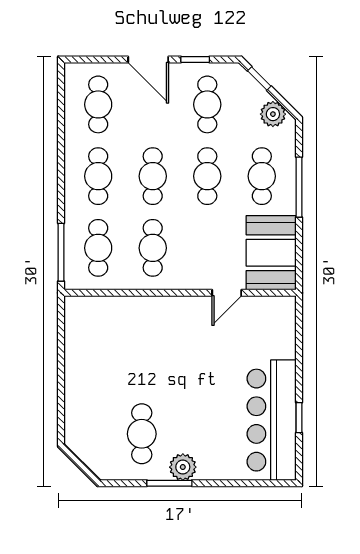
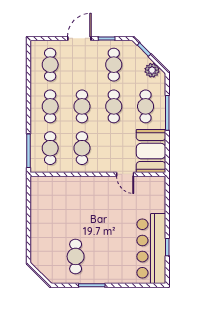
door: (148, 59) -> (79, 38), swing flipped
door: (227, 293) -> (125, 174), hinge flipped
plant: (183, 467) -> (100, 276), removed

